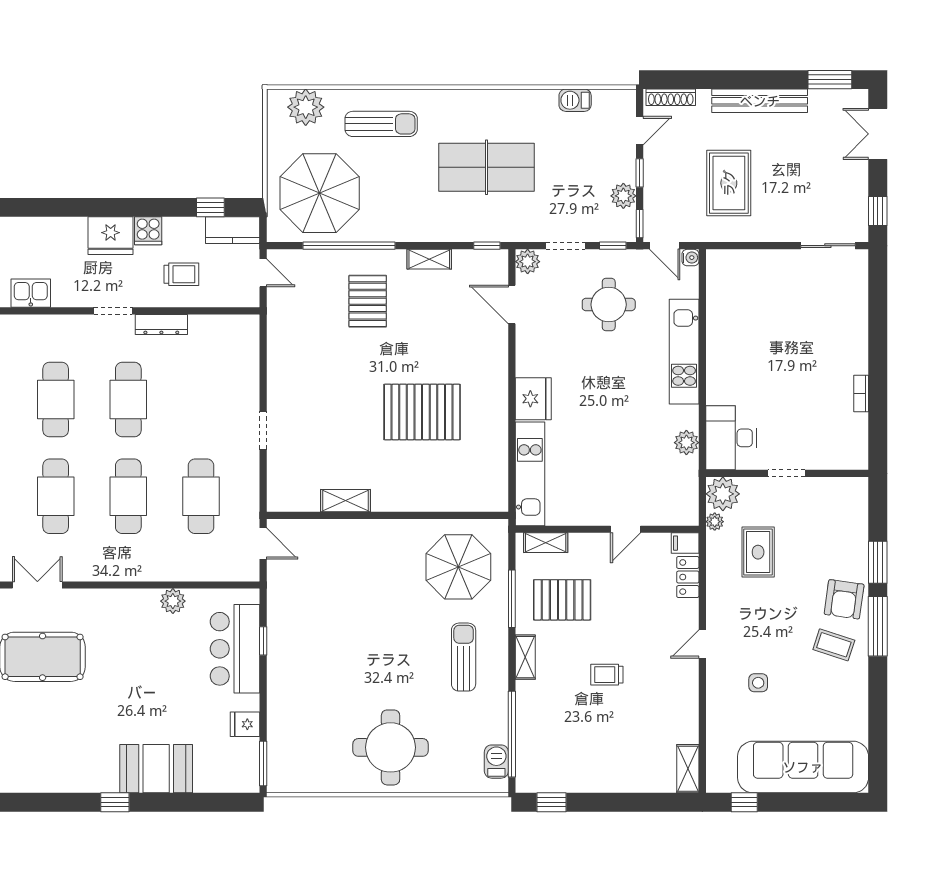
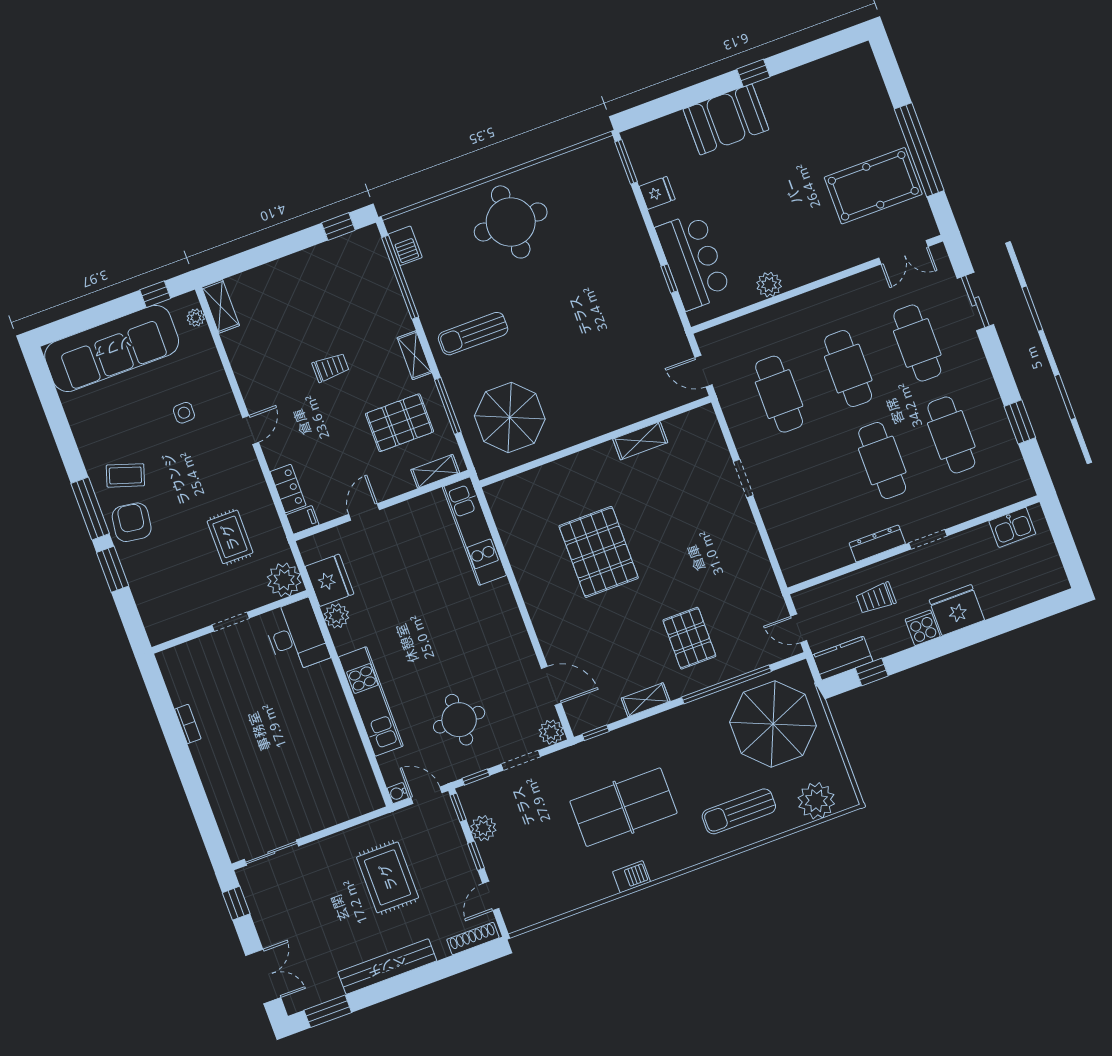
barbecue: (575, 100) -> (632, 877), moved
fridge: (533, 399) -> (329, 580), moved, turned 180
pallet: (422, 412) -> (599, 552), turned 90
plant: (715, 522) -> (196, 318), moved
sun lounger: (464, 657) -> (473, 334), turned 90

